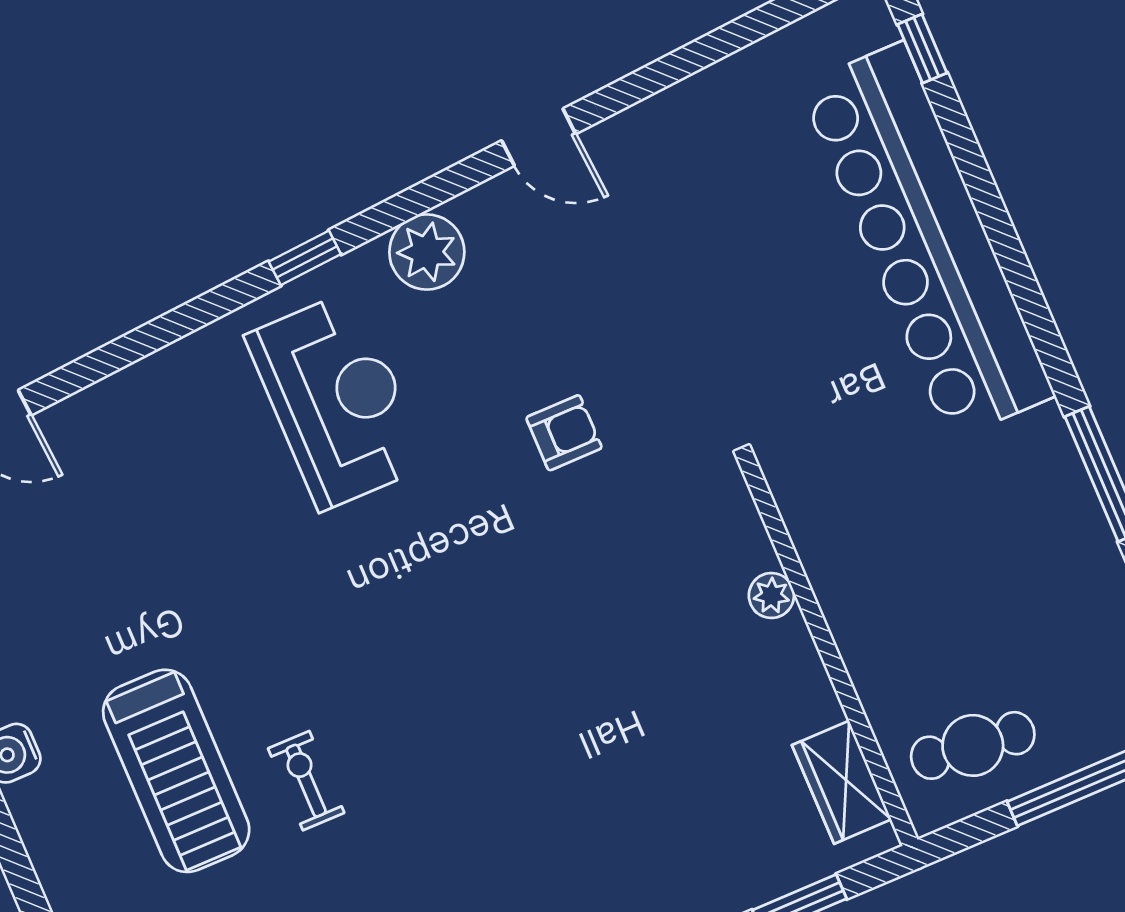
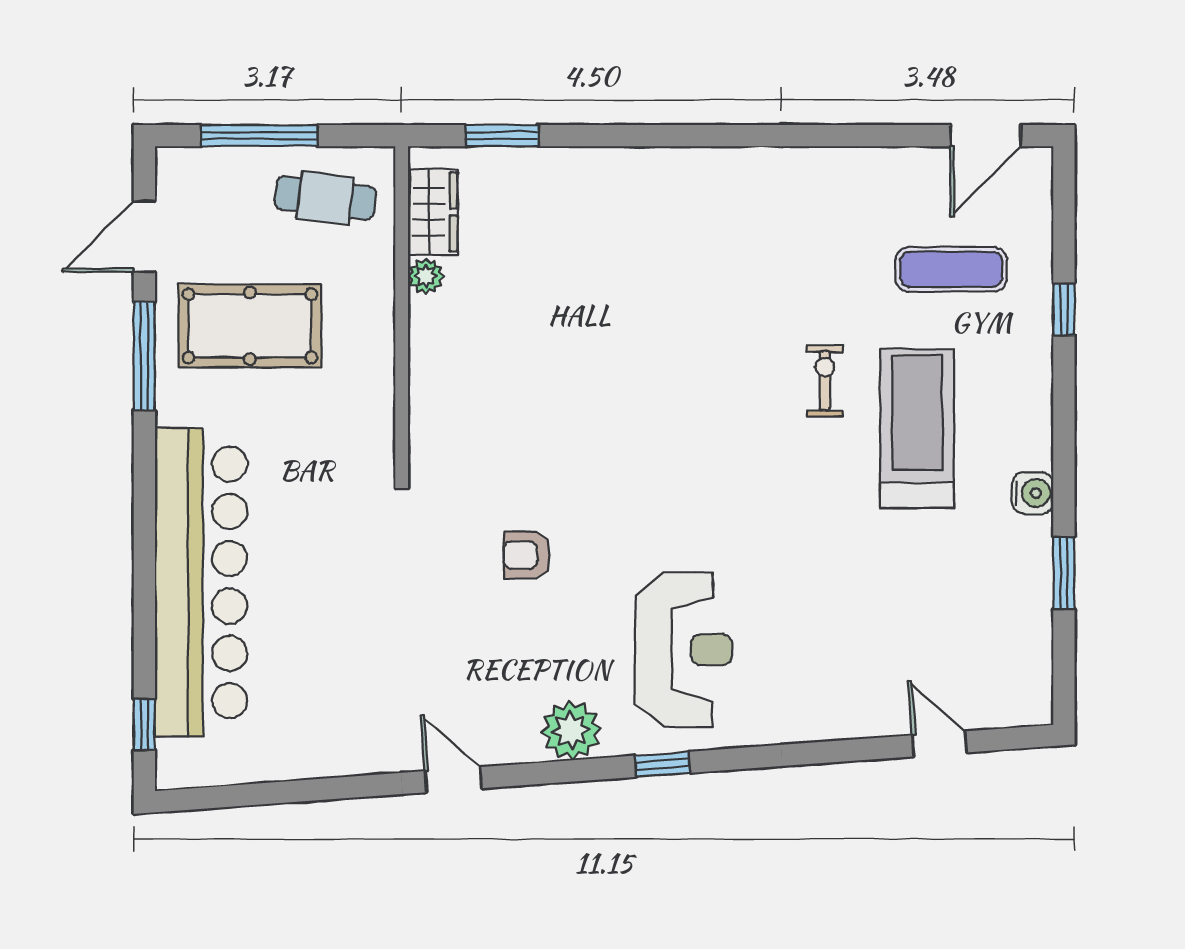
reception desk: (337, 401) -> (683, 650), turned 180
pool table: (997, 561) -> (250, 326), added
plant: (771, 596) -> (426, 276), moved
exercise bike: (306, 781) -> (825, 381), turned 180

